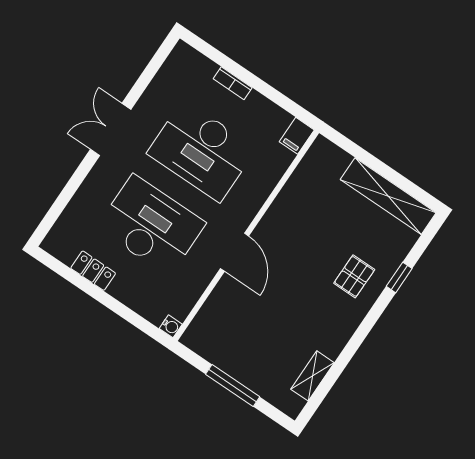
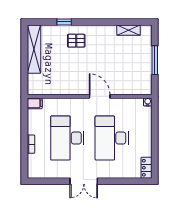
desk: (202, 151) -> (67, 138), turned 180
door: (235, 252) -> (100, 96), hinge flipped
locker: (93, 271) -> (146, 168), moved

